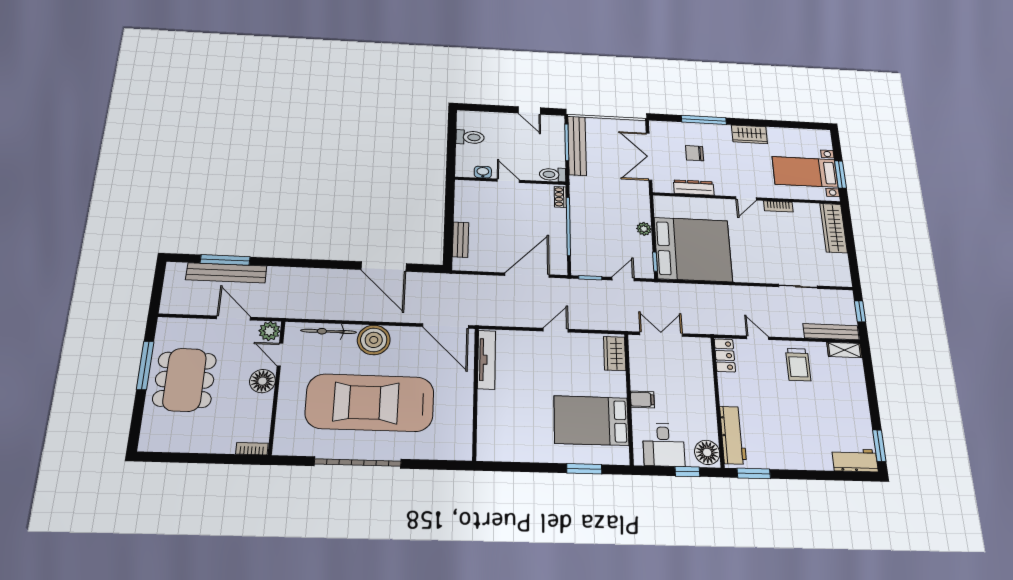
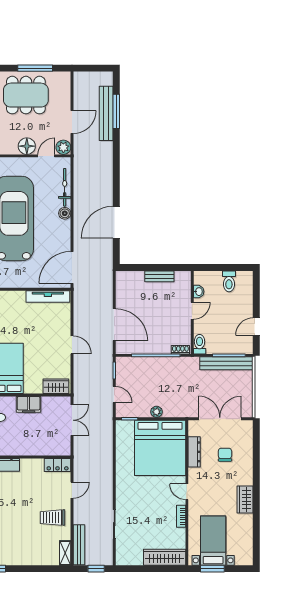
window: (704, 120) -> (256, 464), removed
bench: (461, 240) -> (159, 276), moved
bed: (693, 249) -> (160, 448), moved
boiler: (374, 340) -> (65, 213), width x0.54, depth x0.54
filing cabinet: (642, 399) -> (29, 404), width x2.00

